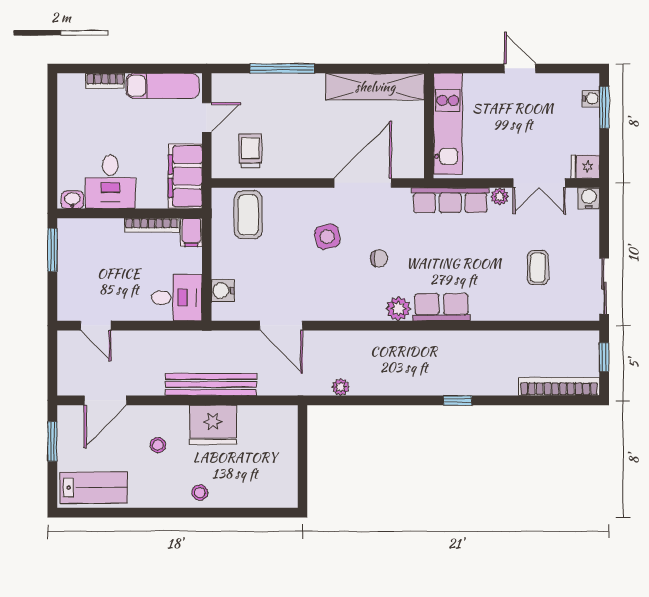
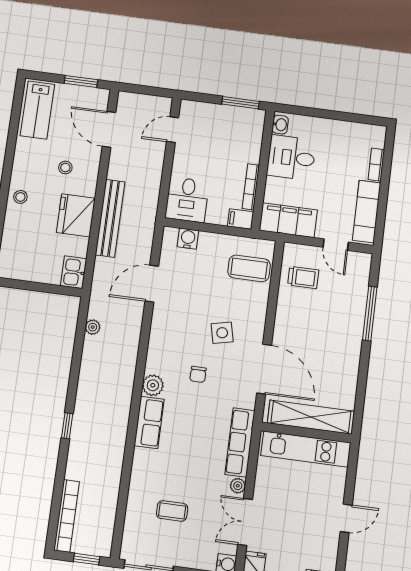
shelving: (375, 87) -> (311, 417), moved, turned 90
kitchen sink: (280, 418) -> (73, 272), added

